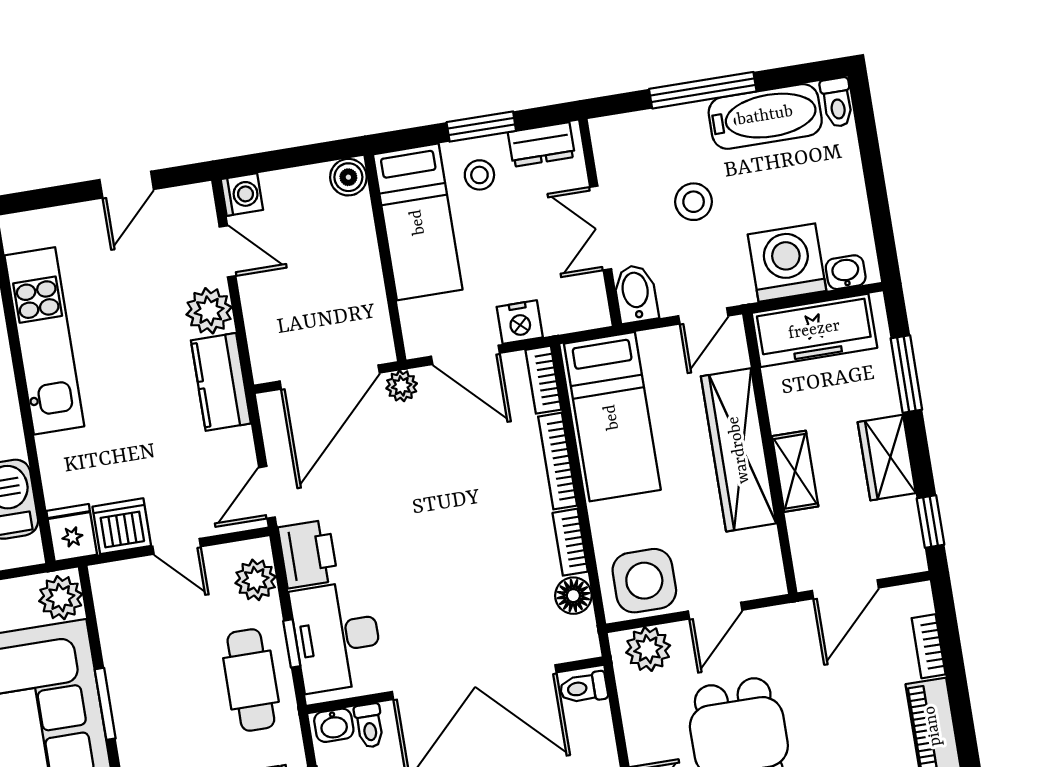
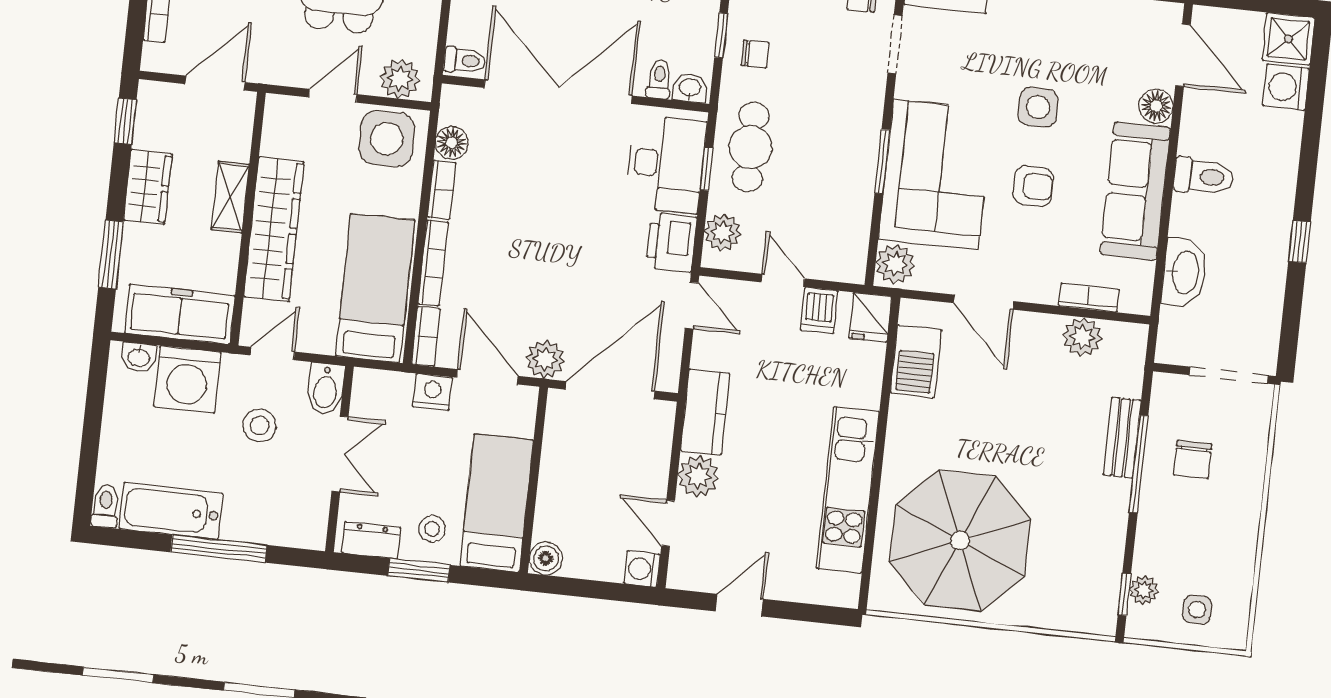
stool: (694, 202) -> (260, 425), moved
plant: (402, 386) -> (545, 359), width x1.38, depth x1.38
door: (267, 492) -> (692, 306), hinge flipped
dishwasher: (122, 526) -> (819, 310), width x0.73

